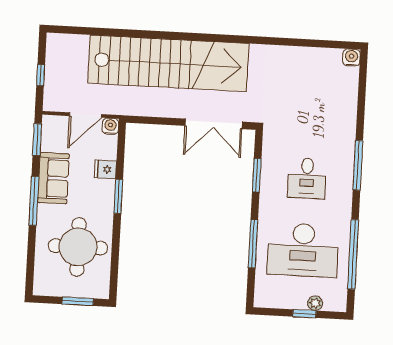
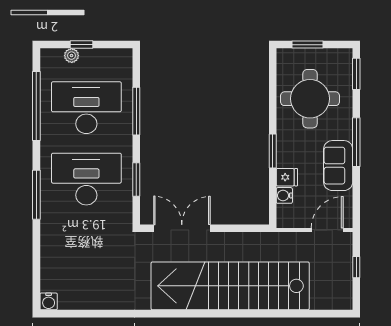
door: (85, 115) -> (327, 230), moved
water cooler: (110, 126) -> (284, 195), moved, turned 90
window: (37, 140) -> (356, 74), moved
desk: (307, 178) -> (86, 179), width x1.87, depth x1.30

